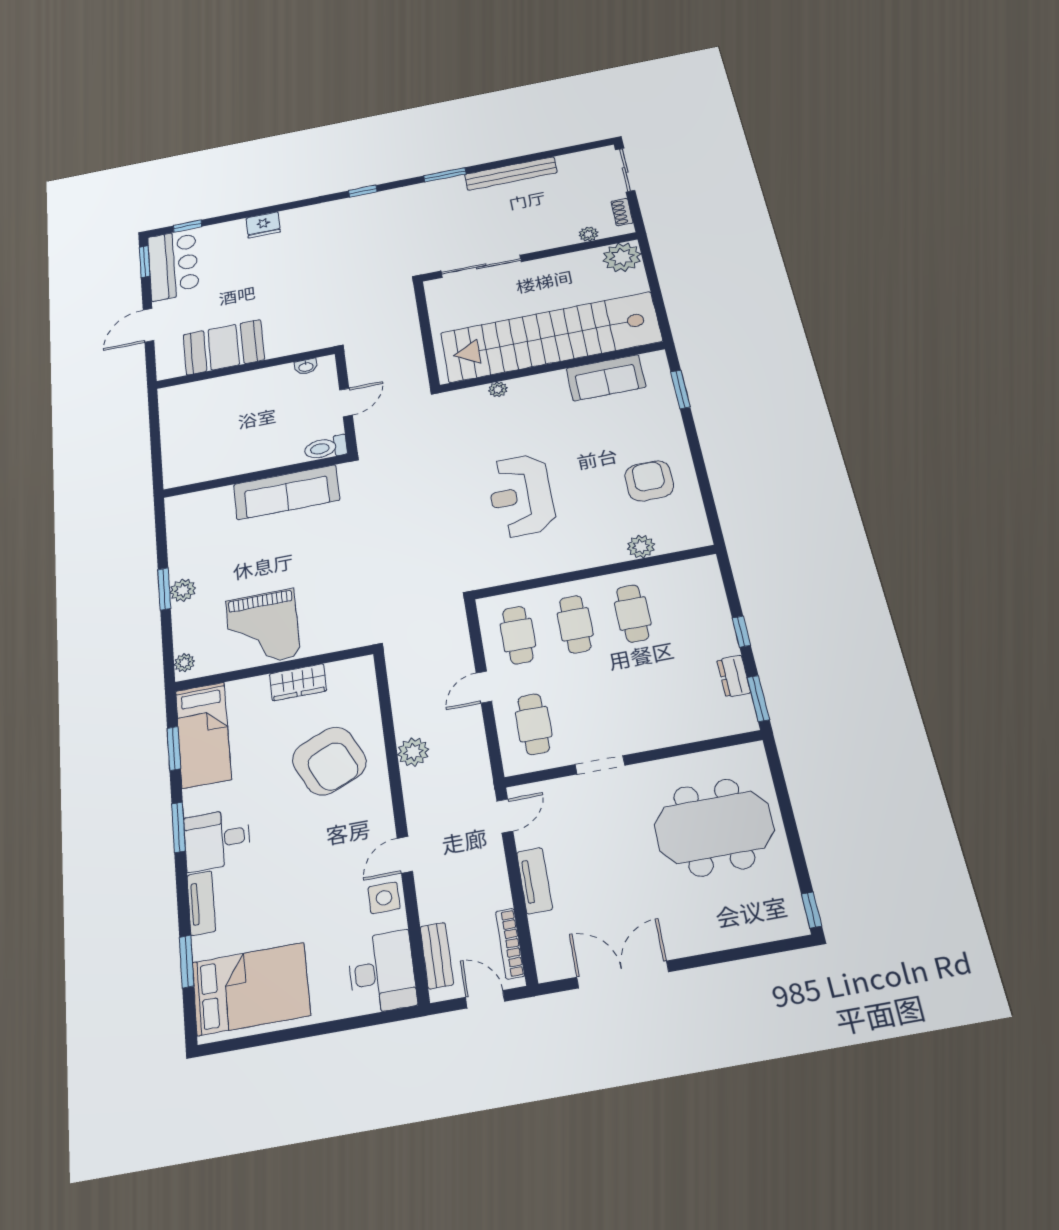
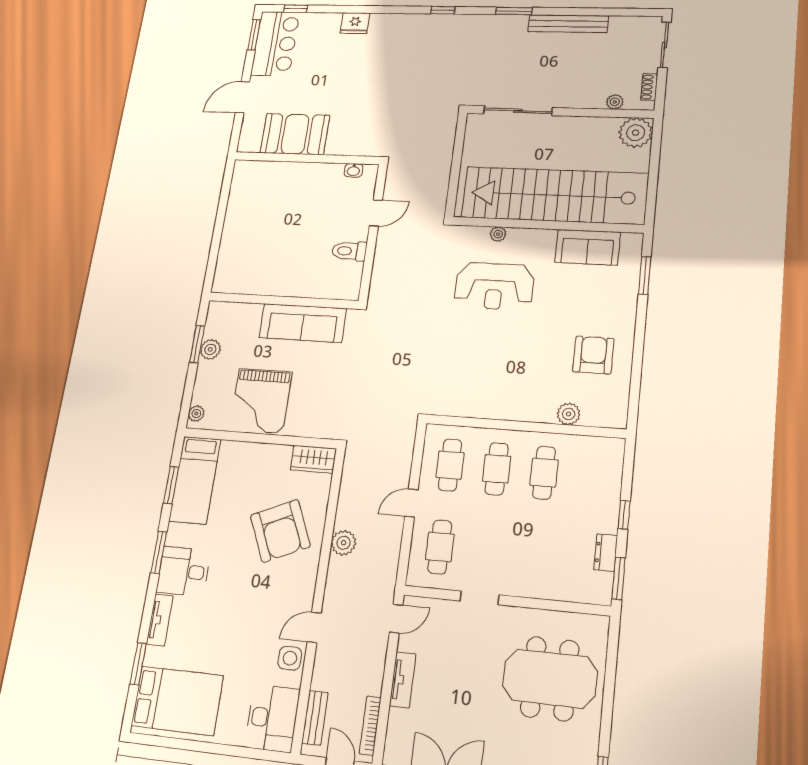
wall: (256, 476) -> (283, 301), moved
sofa: (287, 492) -> (303, 323), moved
reception desk: (521, 495) -> (494, 286), moved, turned -90
wardrobe: (298, 682) -> (313, 459), moved

